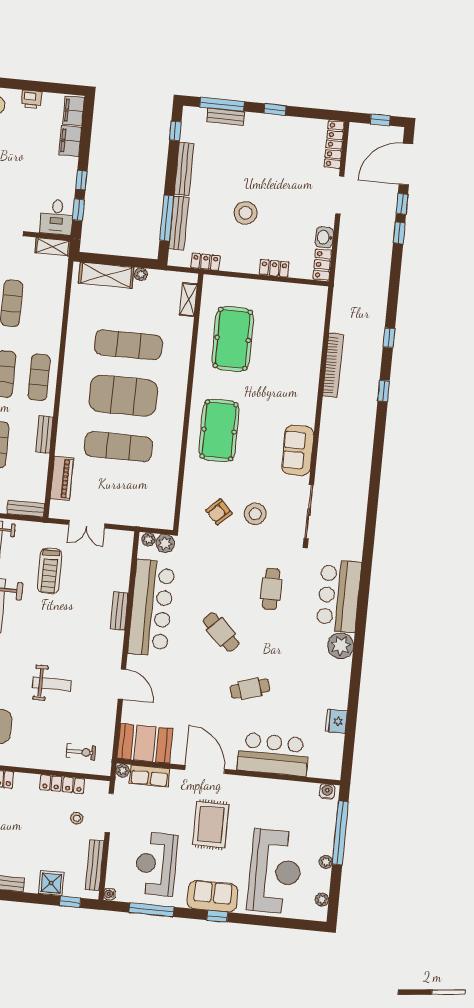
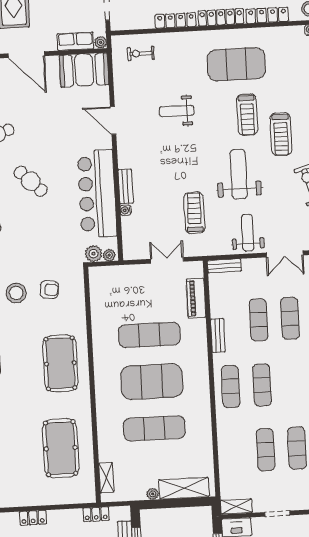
armchair: (219, 512) -> (49, 290), turned 51
water cooler: (123, 585) -> (126, 210), added
locker: (62, 784) -> (176, 20), moved

